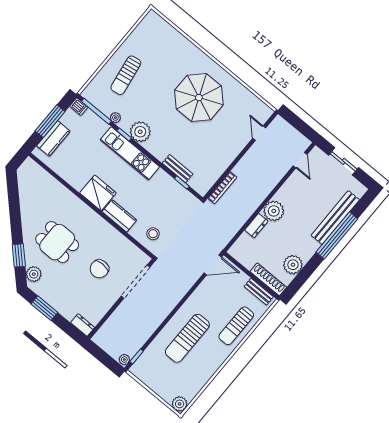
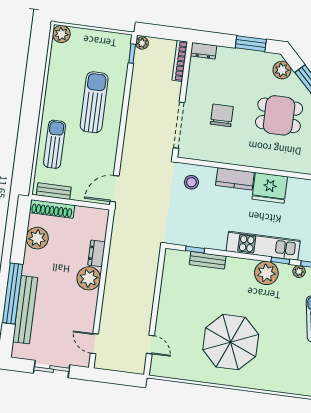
bookcase: (222, 188) -> (180, 61), moved

